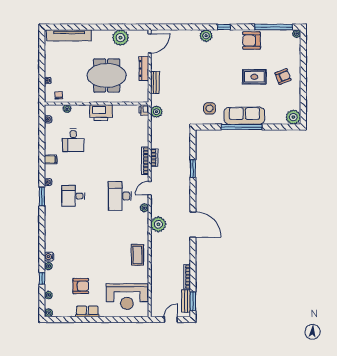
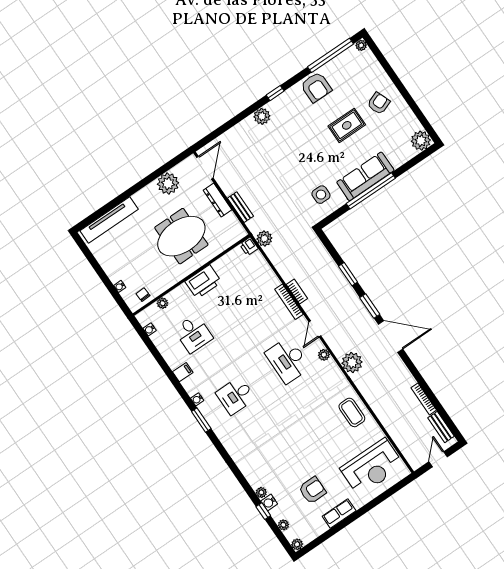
armchair: (252, 41) -> (316, 87), turned -90
water cooler: (49, 257) -> (269, 502), moved
window: (193, 301) -> (370, 306), moved

